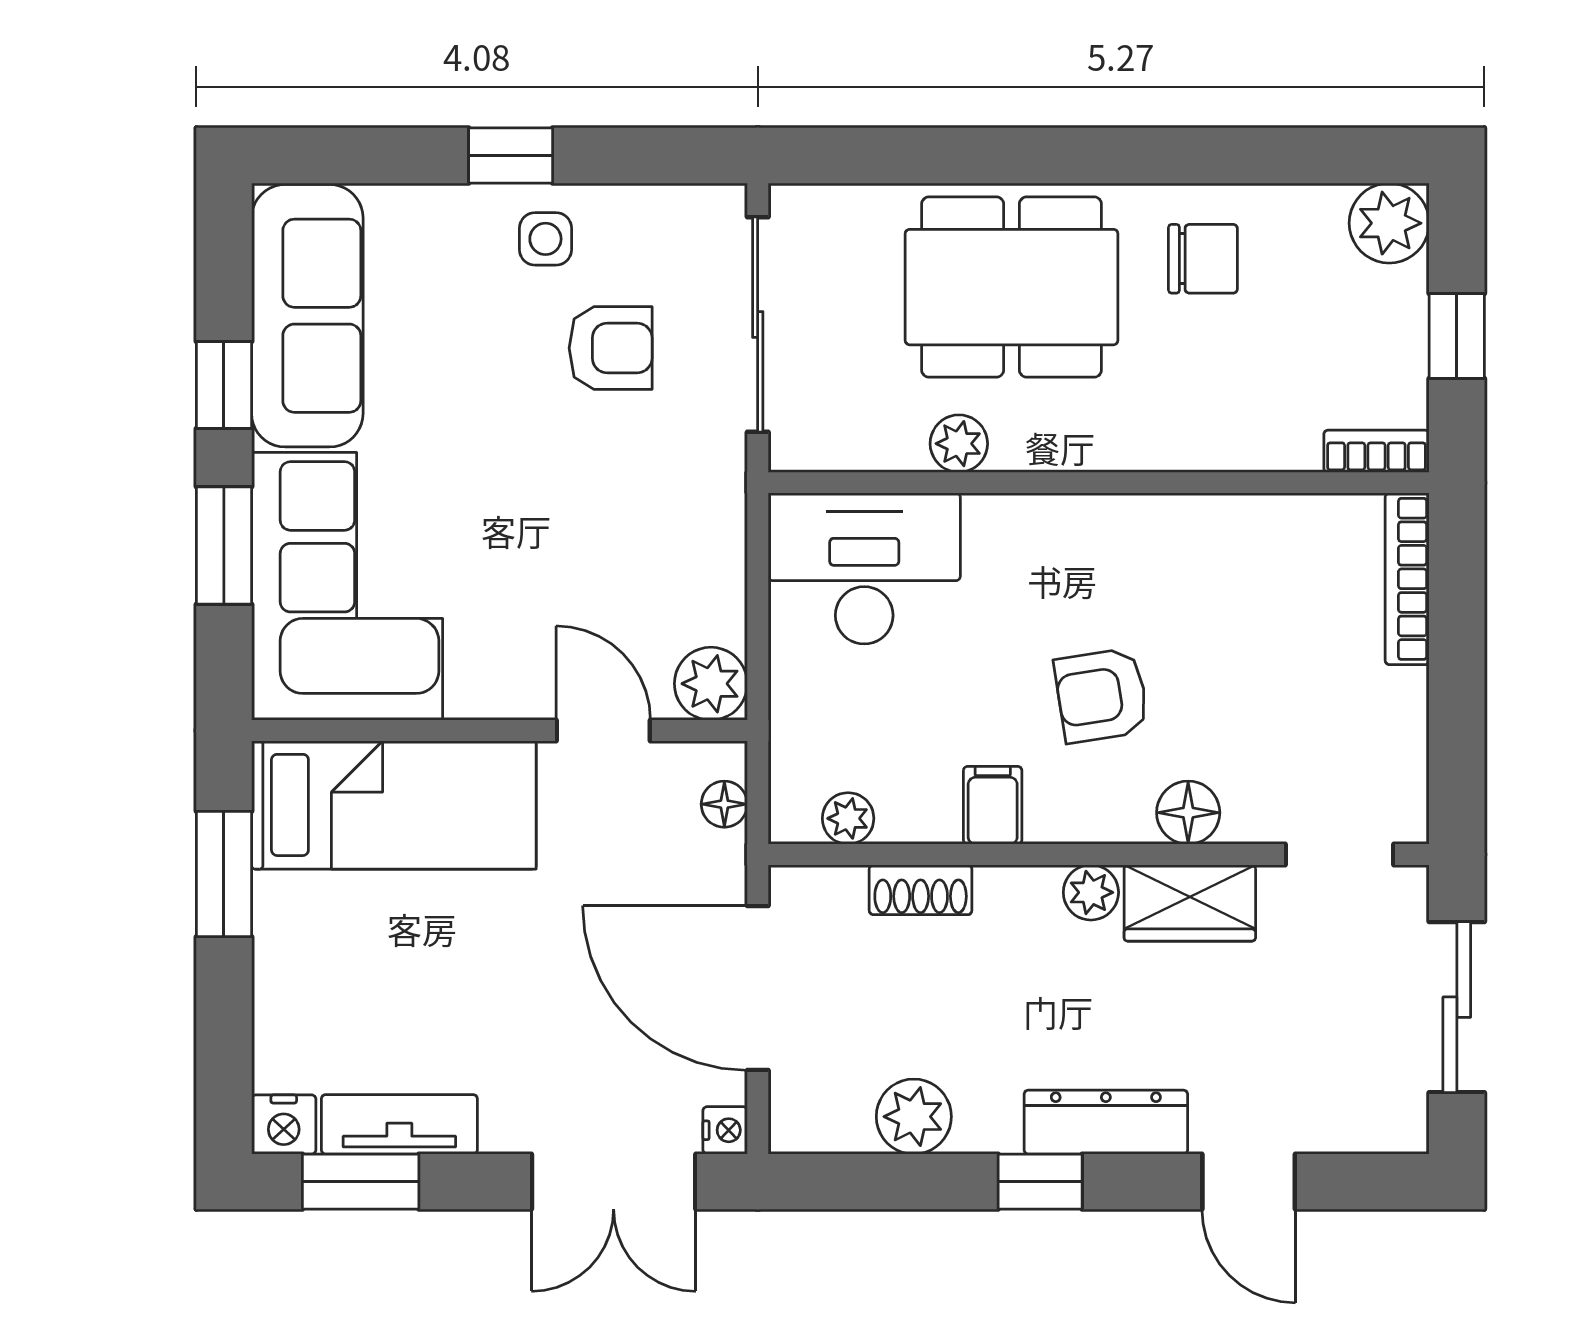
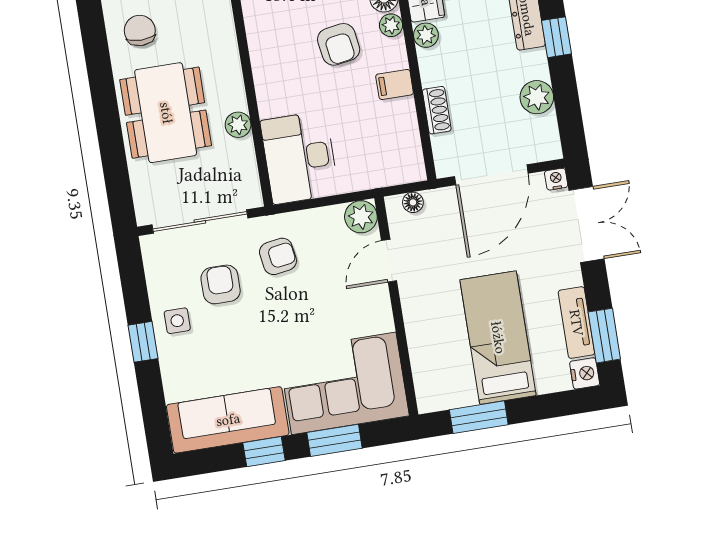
armchair: (652, 485) -> (278, 256), added
bed: (394, 805) -> (498, 338), moved
plant: (848, 818) -> (391, 25), moved

